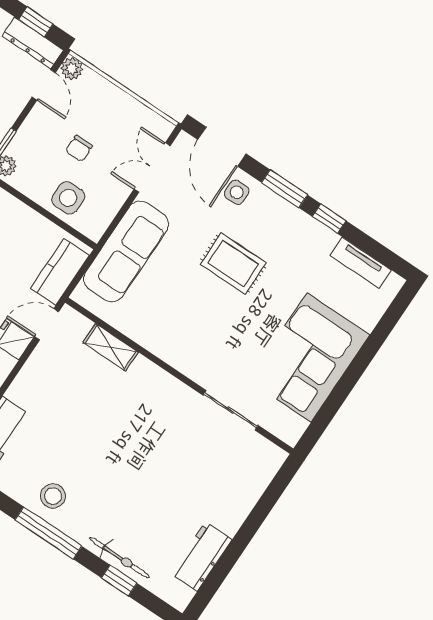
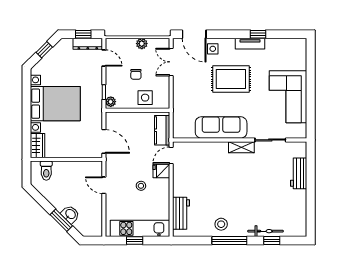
plant: (72, 69) -> (142, 44), moved
window: (285, 189) -> (231, 34), removed
sofa: (126, 251) -> (221, 127), moved, turned -90
rug: (233, 263) -> (231, 79), width x1.36, depth x1.43
tv unit: (361, 263) -> (250, 44), moved
shelving: (111, 347) -> (241, 147), moved
workbench: (201, 556) -> (299, 173), moved

